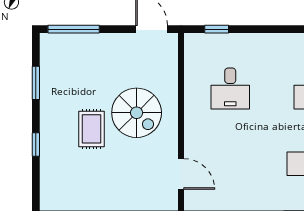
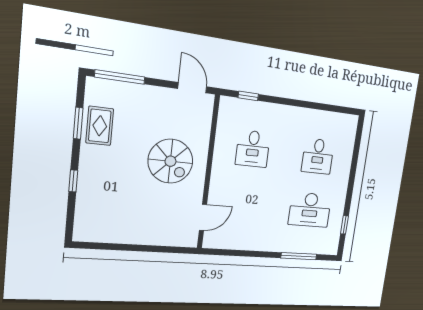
rug: (91, 129) -> (100, 126), moved
door: (181, 174) -> (203, 217), hinge flipped

